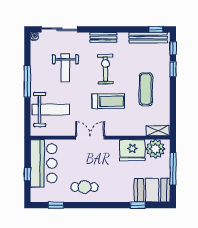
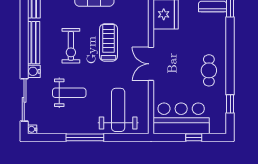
bench: (103, 37) -> (34, 43), width x1.36
water cooler: (84, 38) -> (34, 71), added
exercise bike: (105, 69) -> (71, 46), turned -89

